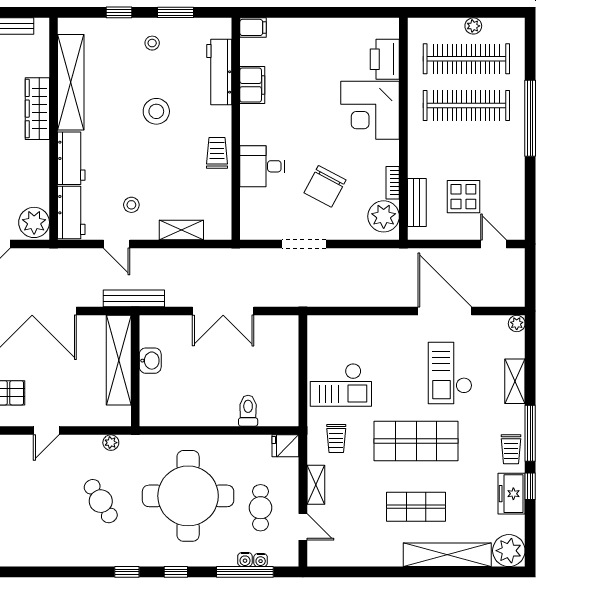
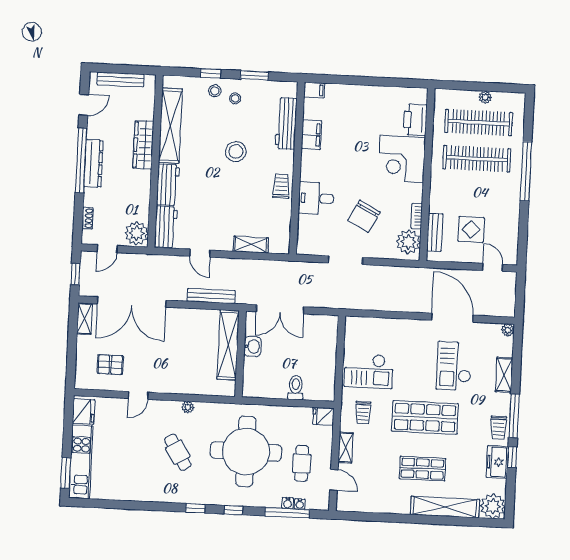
stool: (131, 205) -> (215, 91), moved
shelving: (119, 360) -> (228, 345), moved
washbasin: (150, 361) -> (253, 346), moved
wall: (135, 371) -> (240, 354), moved

